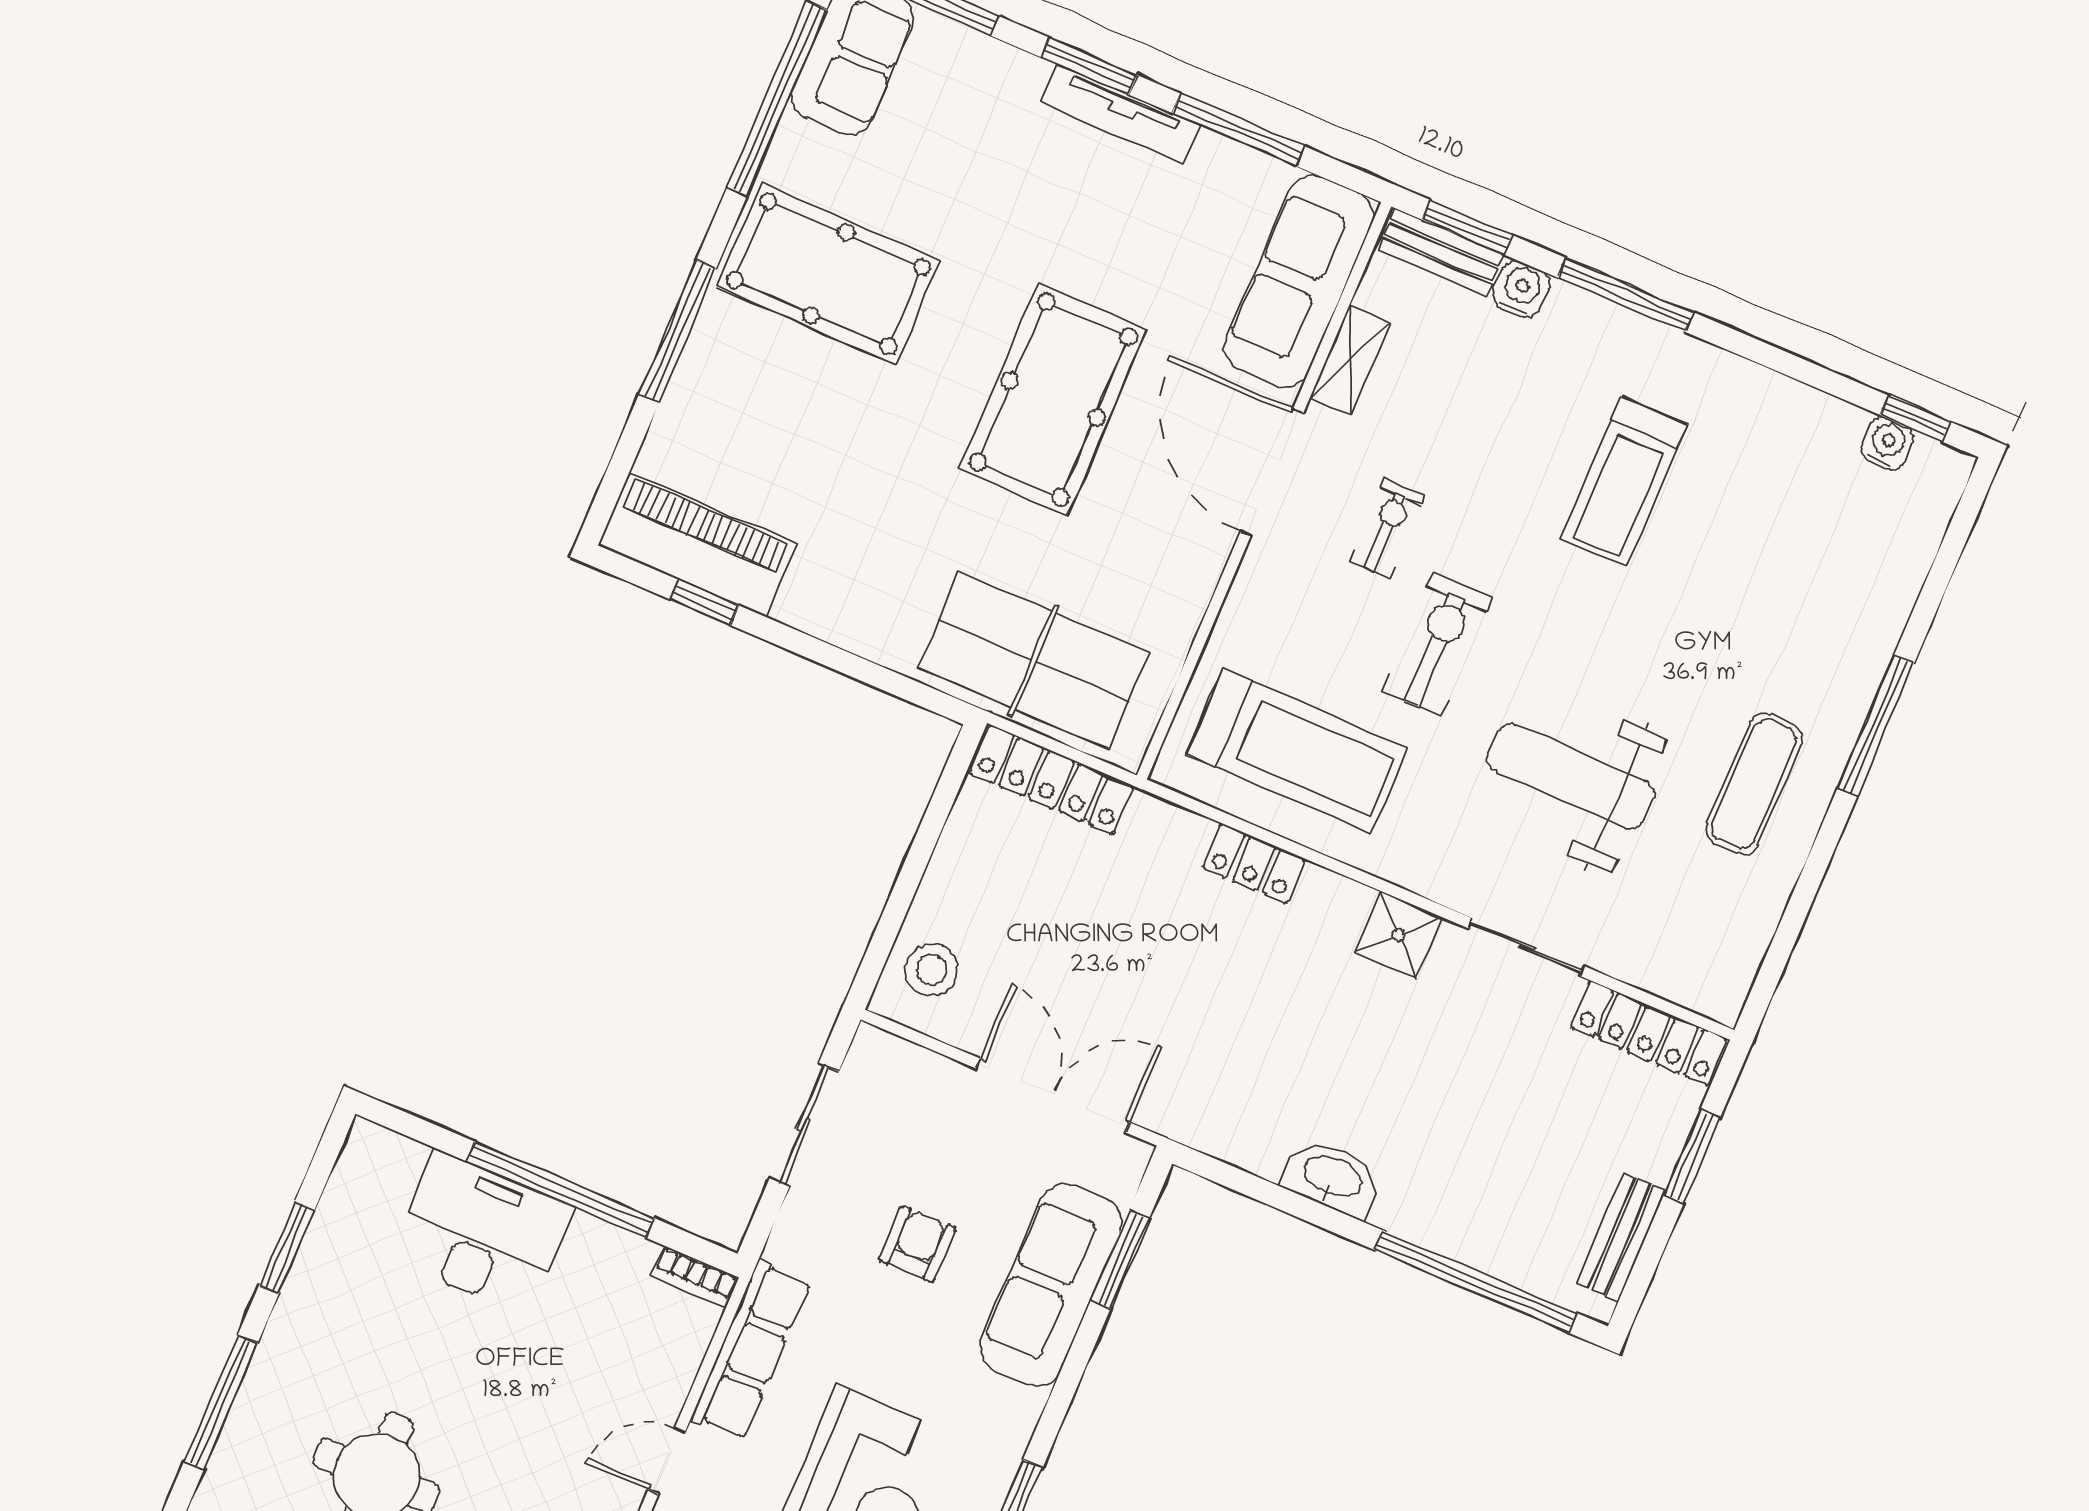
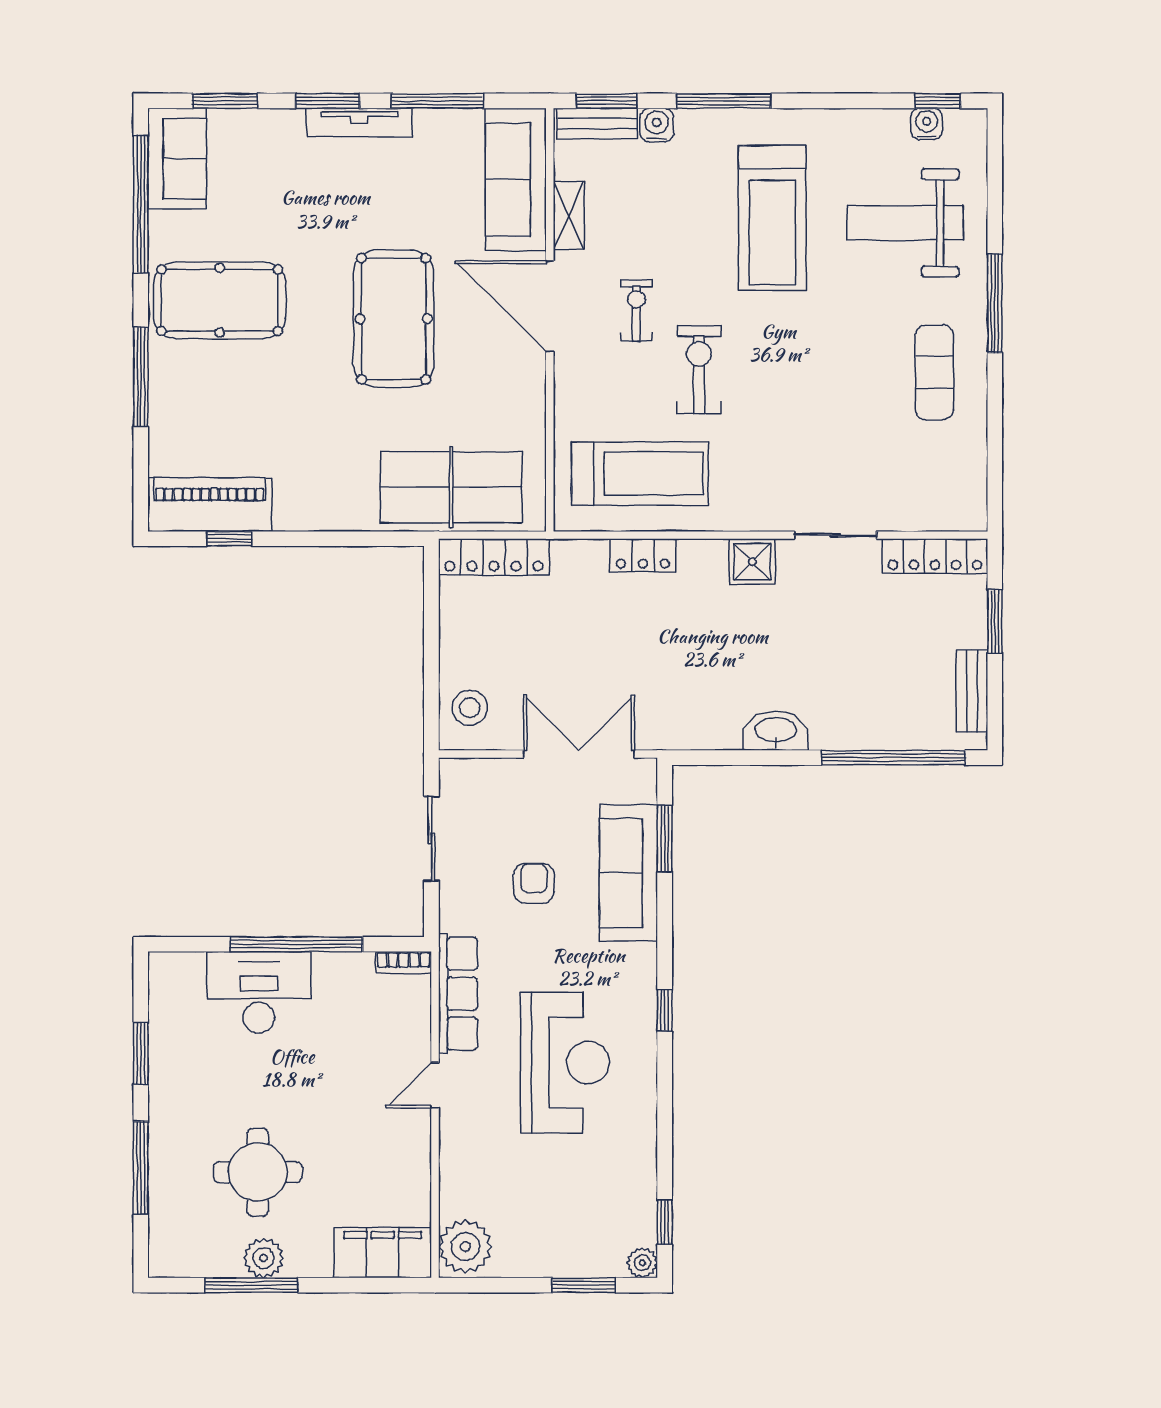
treadmill: (1624, 482) -> (772, 218), width x1.37, depth x1.38
weight bench: (1571, 776) -> (905, 223), moved

